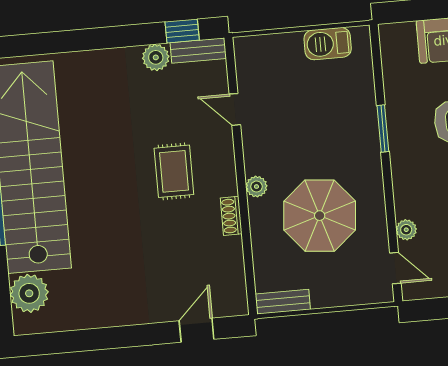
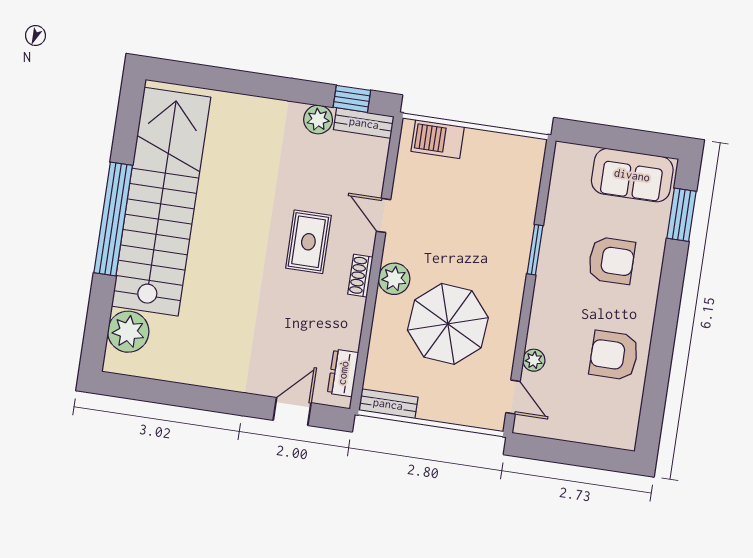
barbecue: (328, 44) -> (438, 139), moved
door: (235, 109) -> (384, 215), moved
plant: (256, 187) -> (394, 279), width x1.38, depth x1.38
shoe rack: (231, 216) -> (360, 276), moved
dresser: (235, 284) -> (343, 373), added

